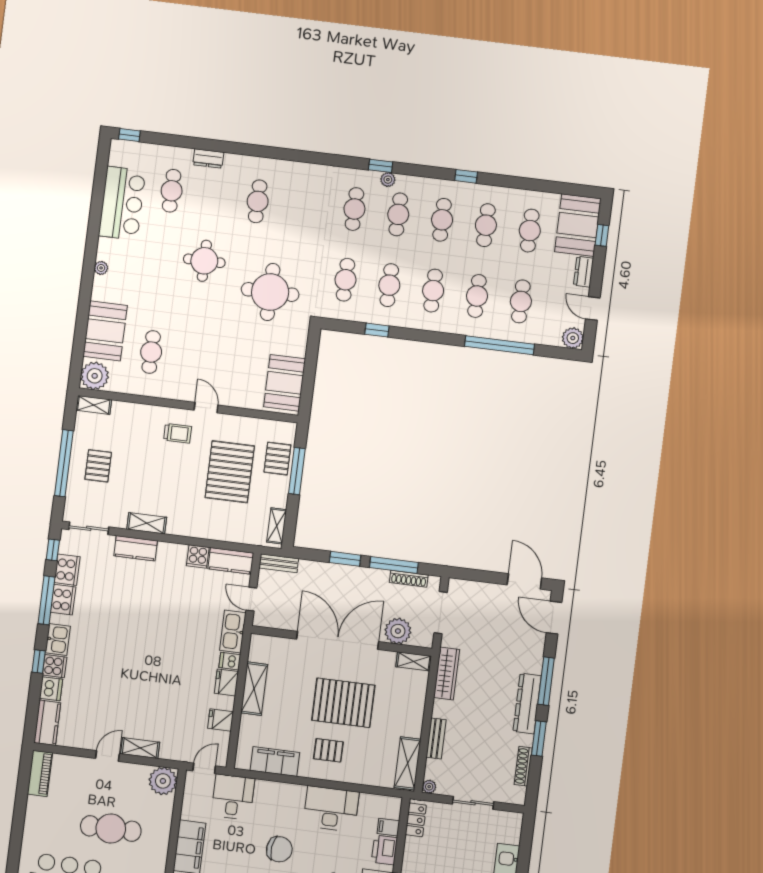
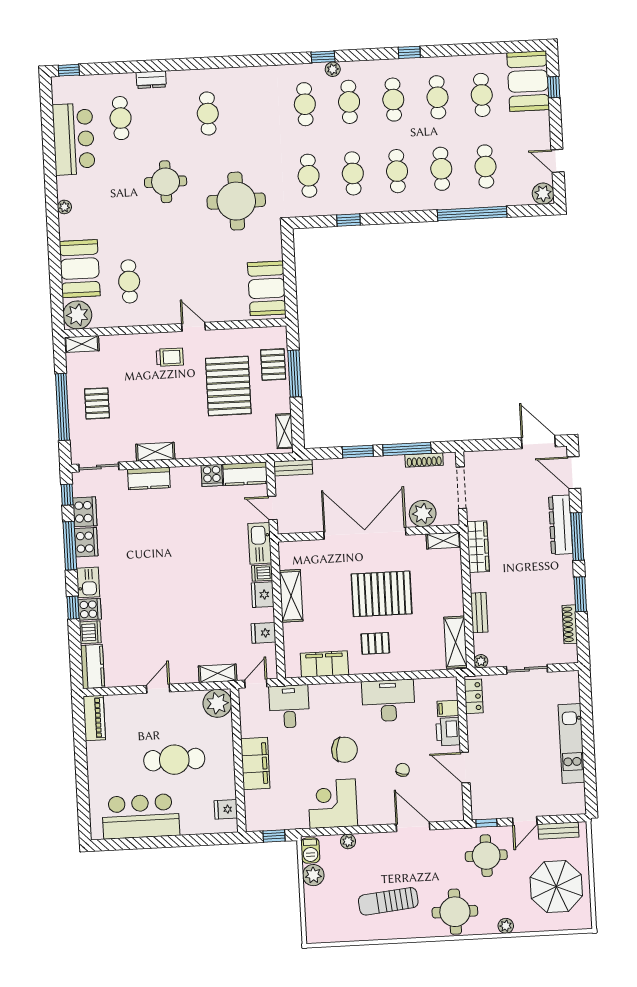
dresser: (584, 272) -> (542, 126), removed
dresser: (527, 704) -> (561, 525), moved
shelving: (140, 748) -> (218, 673), moved

